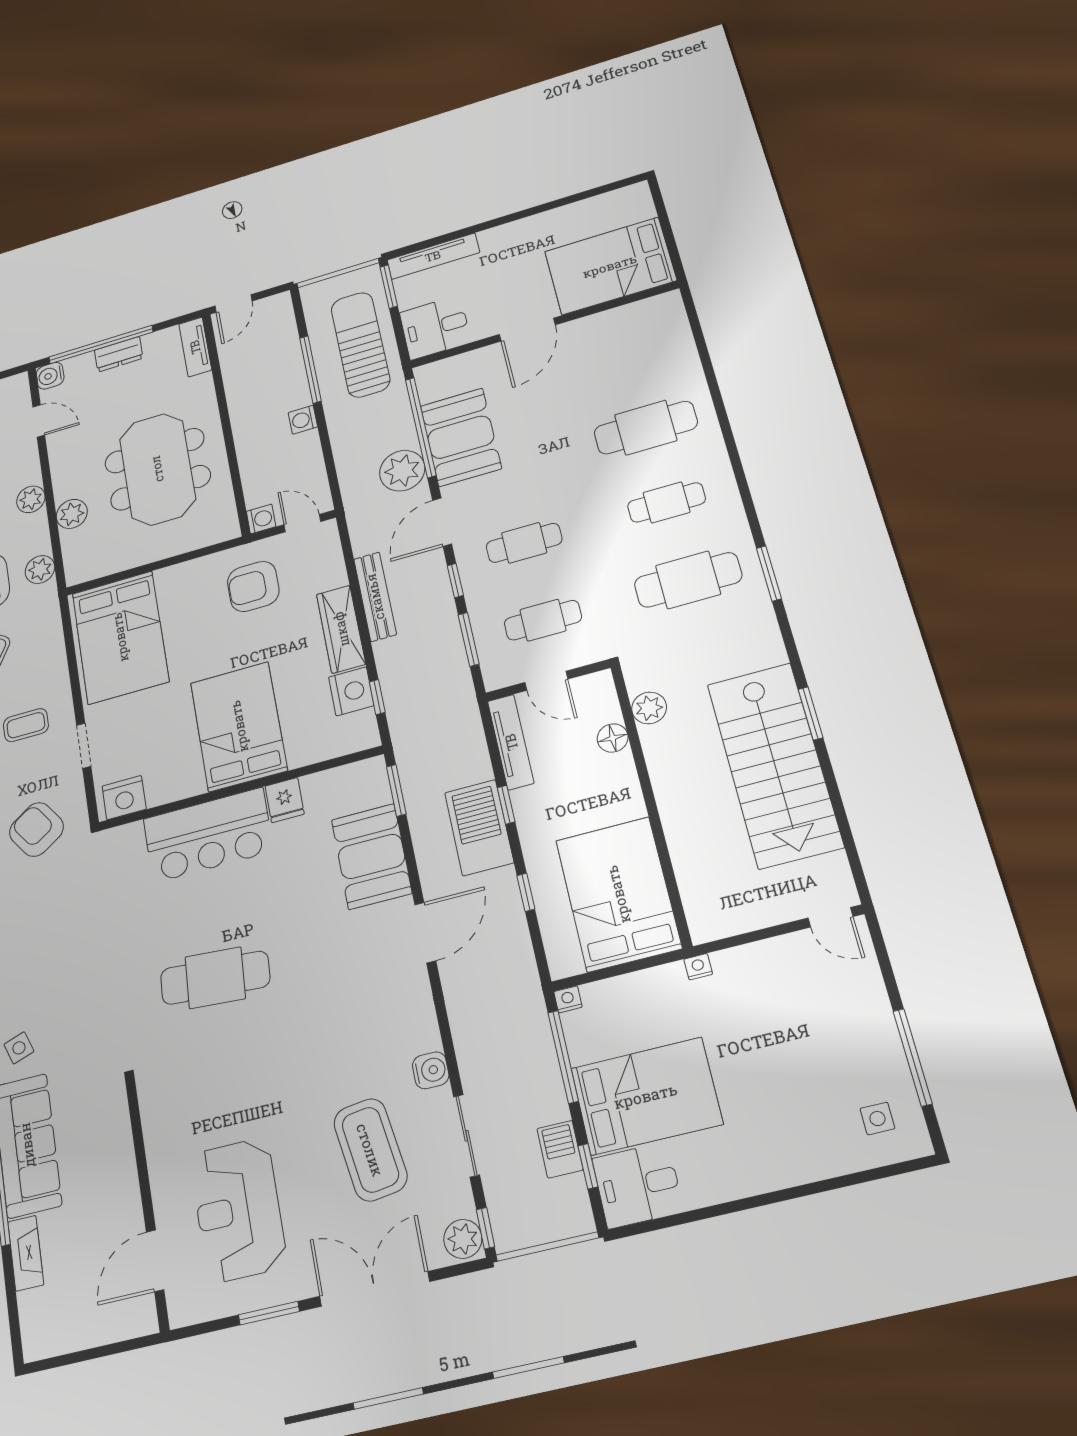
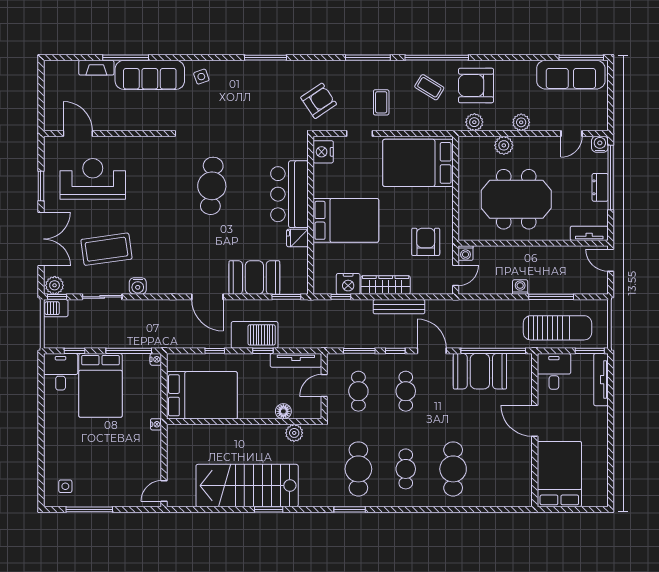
plant: (402, 471) -> (470, 336), removed
barbecue: (560, 1149) -> (56, 308), moved, turned 180

